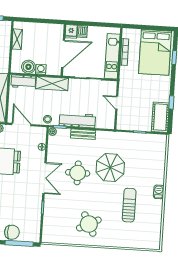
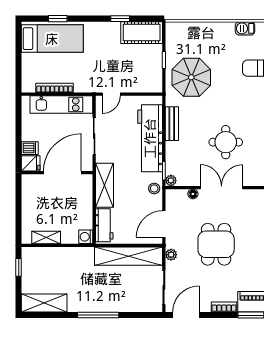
bed: (155, 52) -> (52, 39), width x0.67
door: (63, 54) -> (62, 173), hinge flipped
boiler: (28, 67) -> (83, 219), removed
washing machine: (41, 69) -> (86, 237), moved
door: (117, 103) -> (111, 94), moved
workbench: (77, 120) -> (150, 138), width x1.36, depth x1.32
bench: (83, 134) -> (172, 124), moved
parasol: (110, 168) -> (191, 77), moved
double door: (45, 178) -> (222, 188), moved

